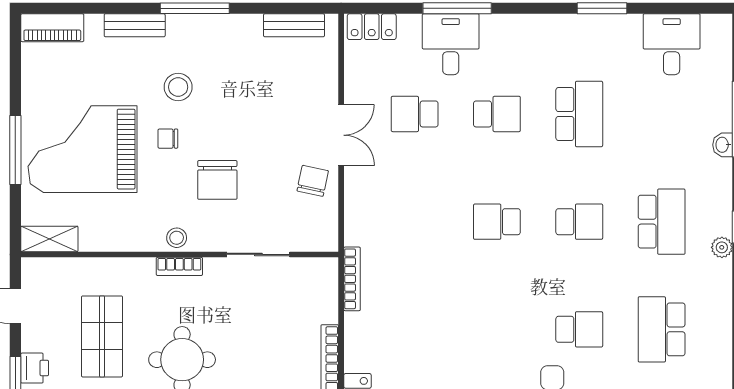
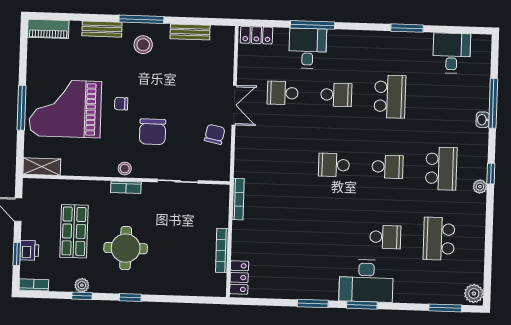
bench: (294, 25) -> (190, 32), moved
stool: (178, 87) -> (143, 45), moved

